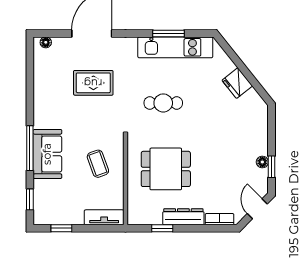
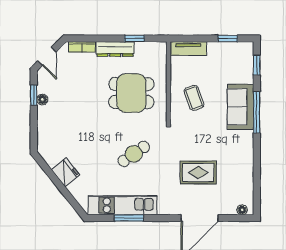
cafe table: (163, 103) -> (134, 154), turned -35

